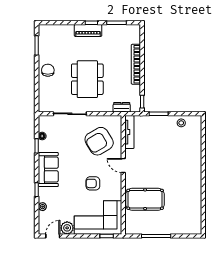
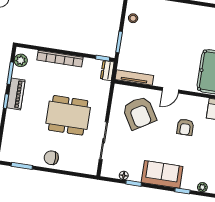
piano: (88, 30) -> (16, 94), moved
plant: (129, 30) -> (21, 60), added
dresser: (122, 107) -> (107, 71), moved

